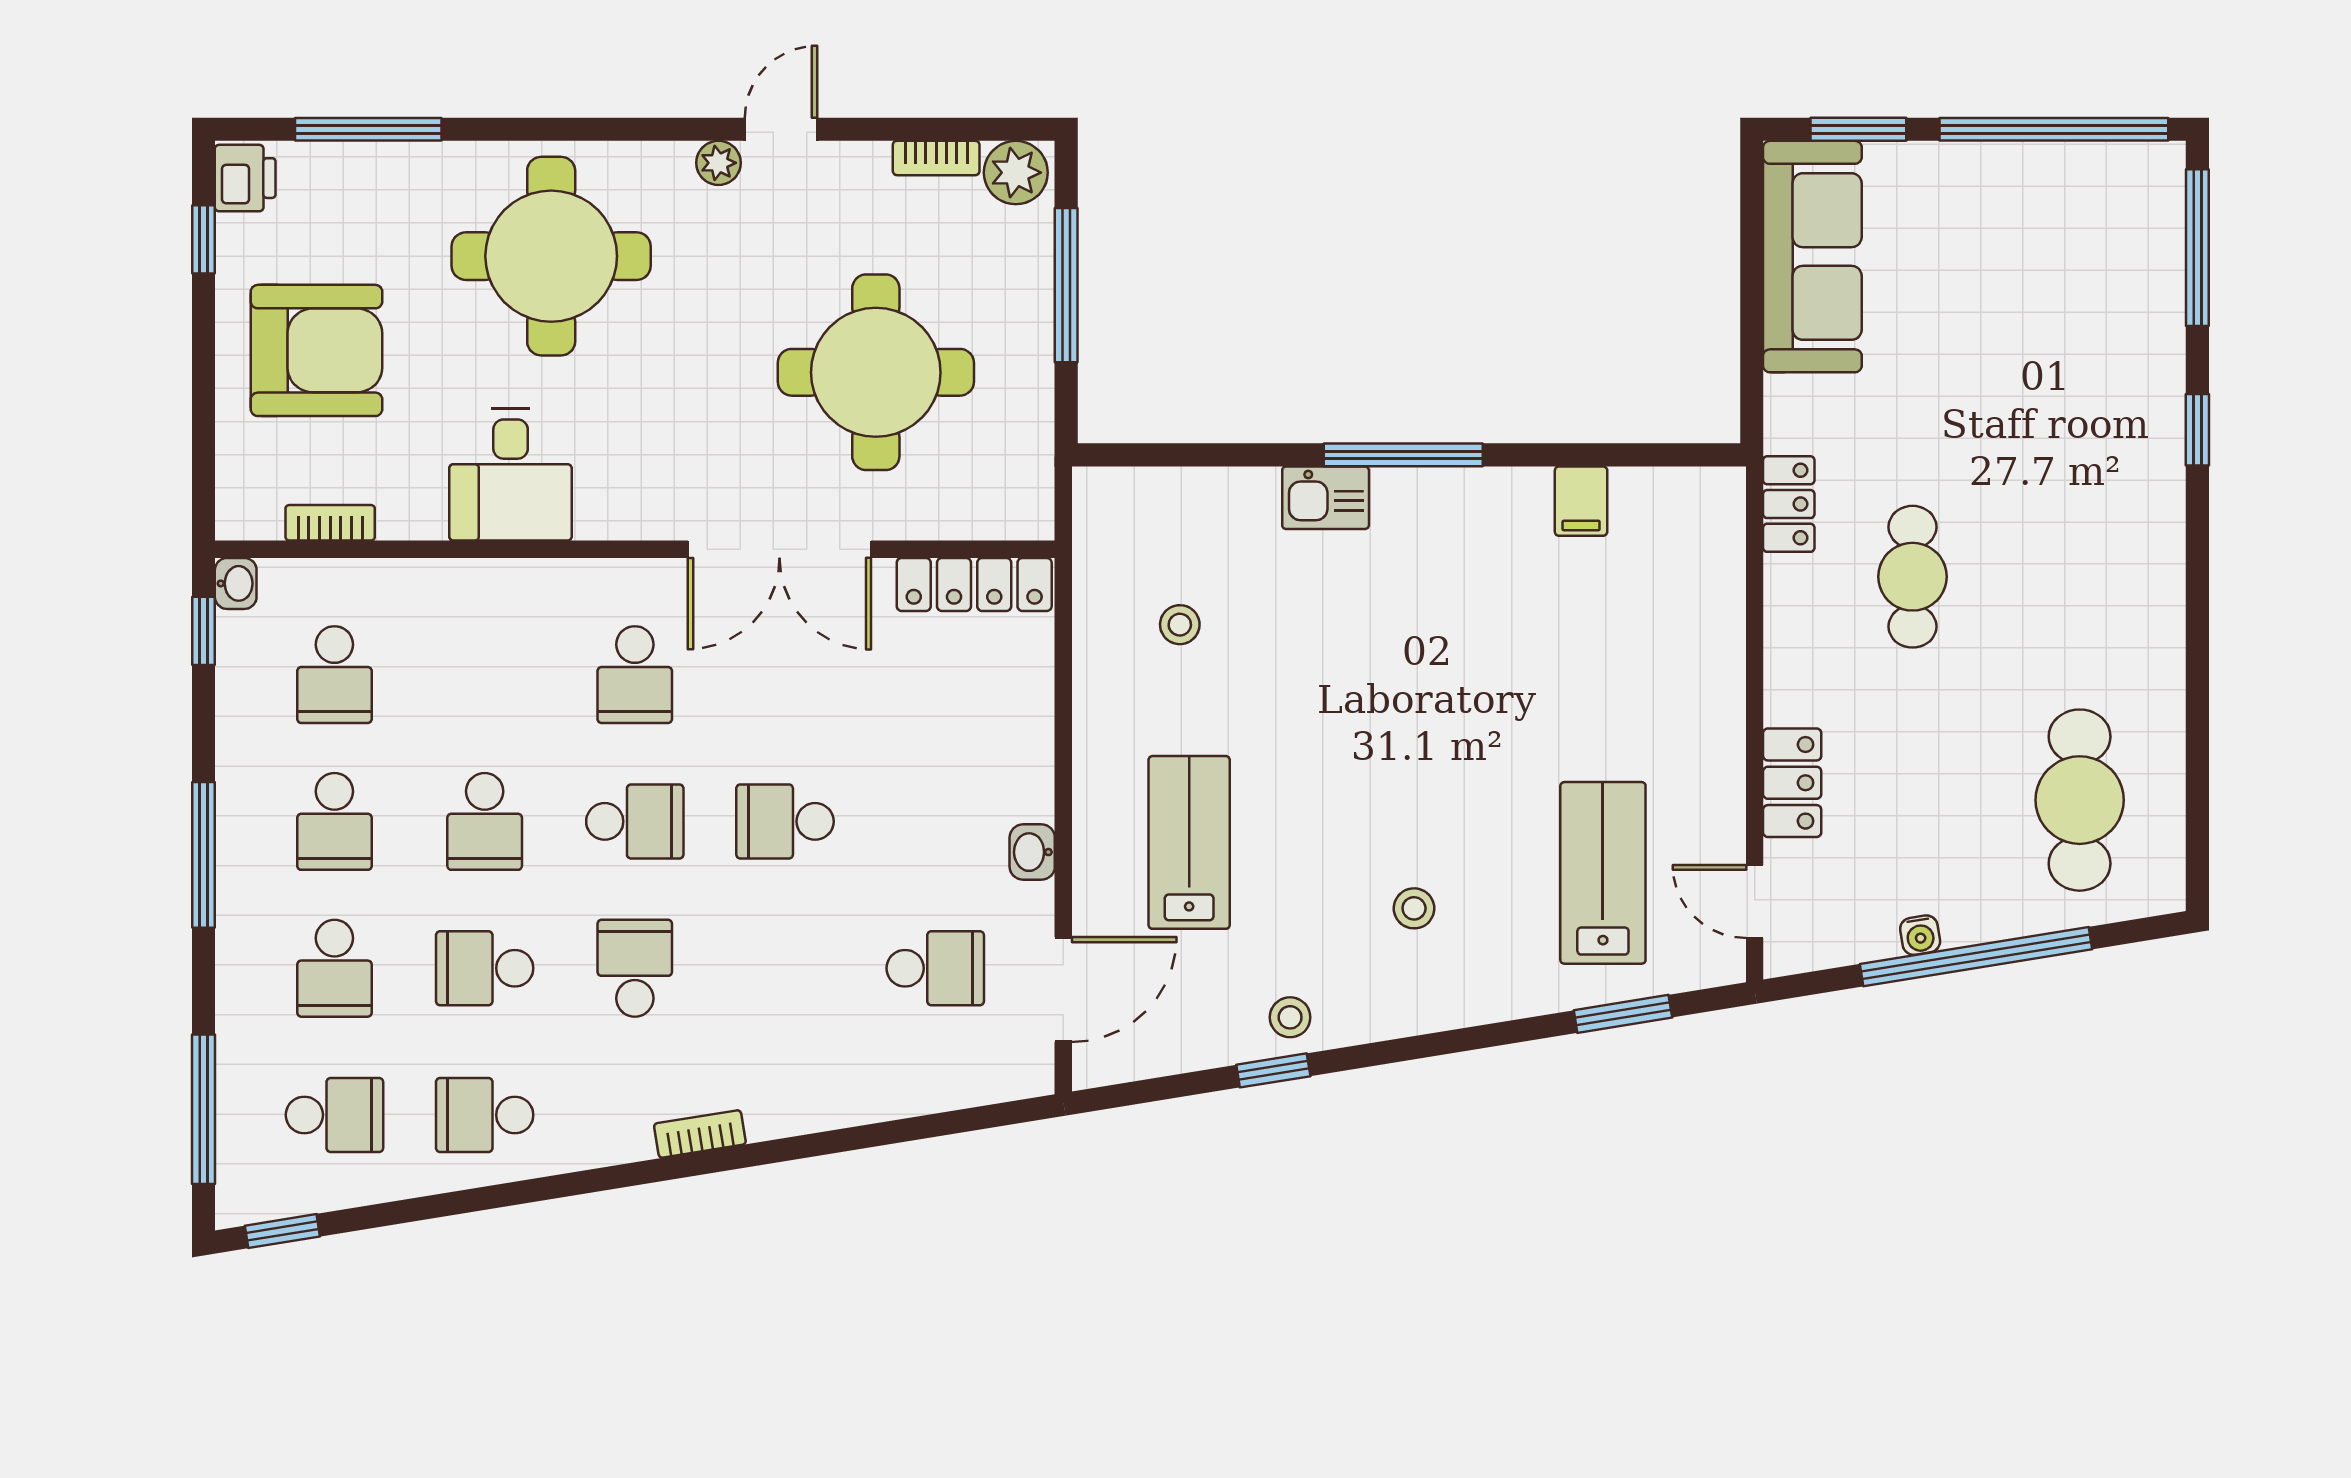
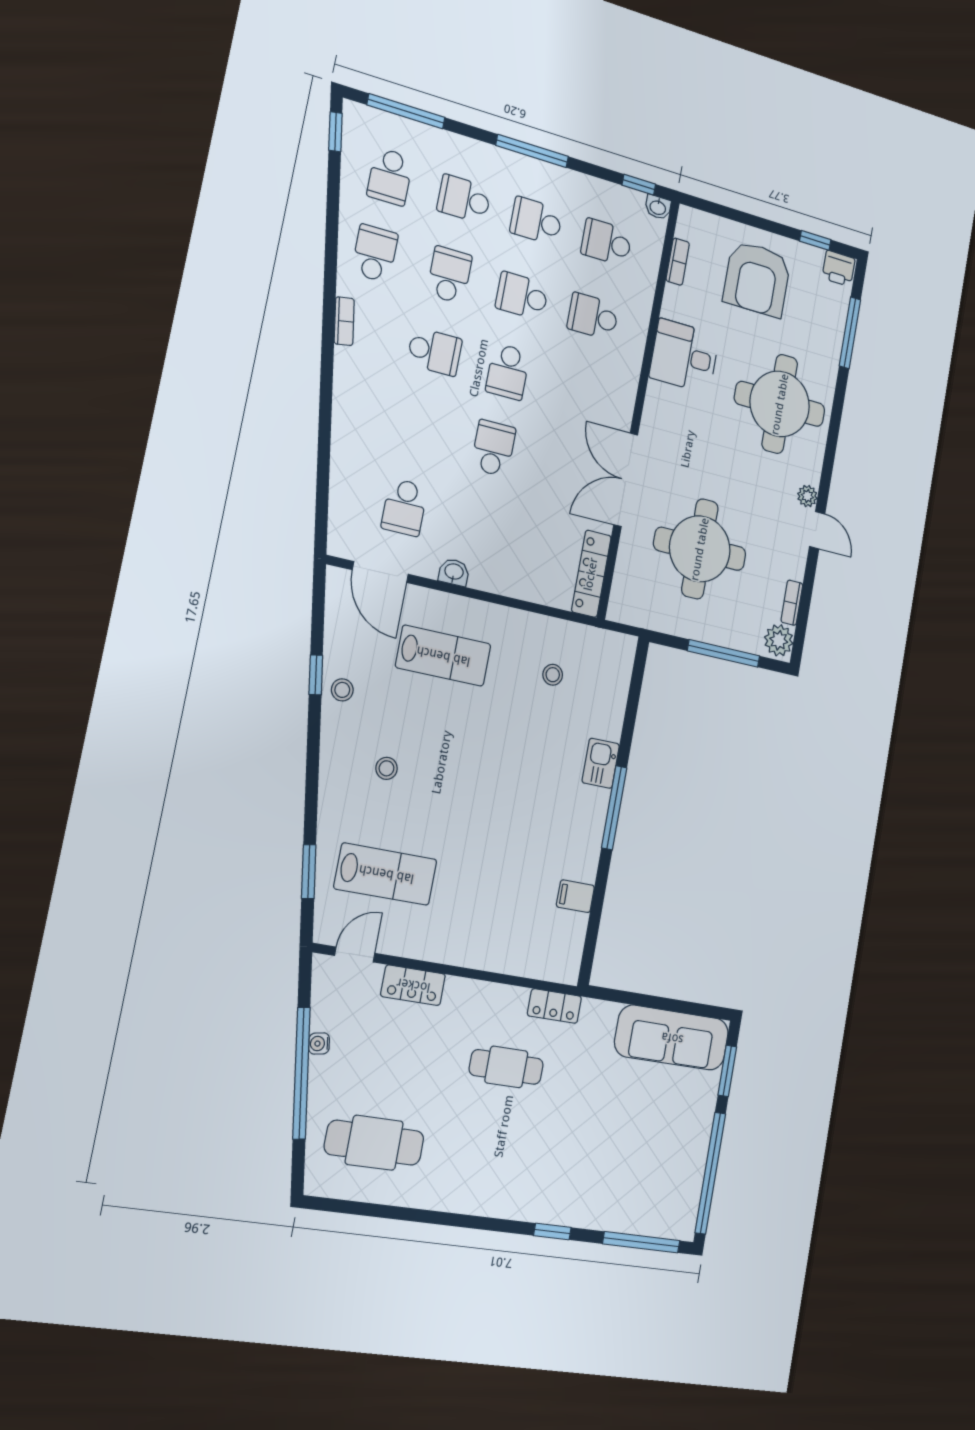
school desk: (635, 675) -> (593, 316), moved
bookcase: (700, 1134) -> (344, 321), moved

